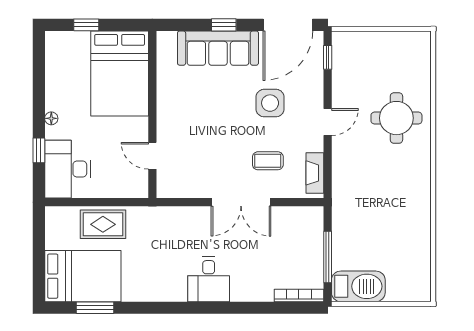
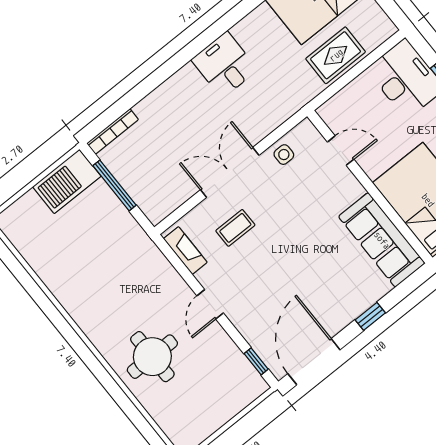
sofa: (218, 48) -> (382, 240), moved, turned -90
side table: (270, 103) -> (284, 155), moved, width x0.54, depth x0.54
desk: (209, 279) -> (225, 65), moved

